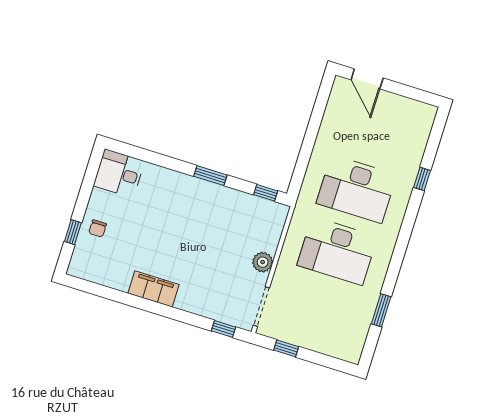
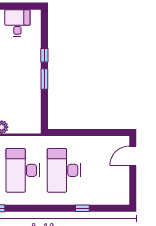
desk: (119, 173) -> (17, 23), moved
window: (266, 193) -> (44, 55), moved

